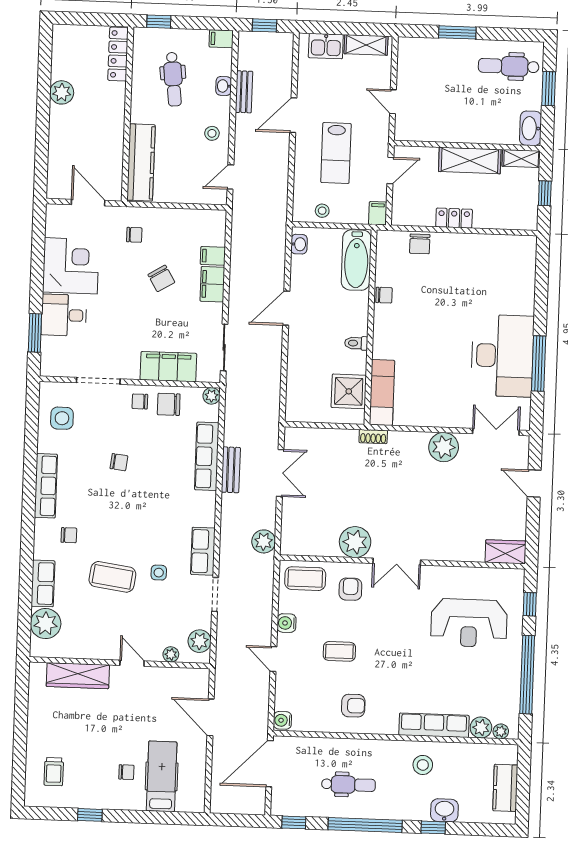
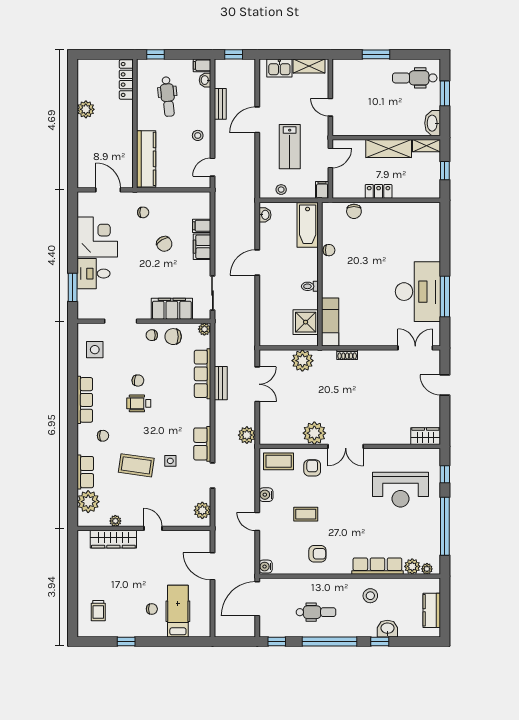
washbasin: (224, 86) -> (205, 80), moved
shoe rack: (373, 437) -> (347, 355), moved
plant: (444, 447) -> (302, 361), moved
wheelchair: (119, 493) -> (139, 403), added
plant: (171, 654) -> (115, 521), moved

